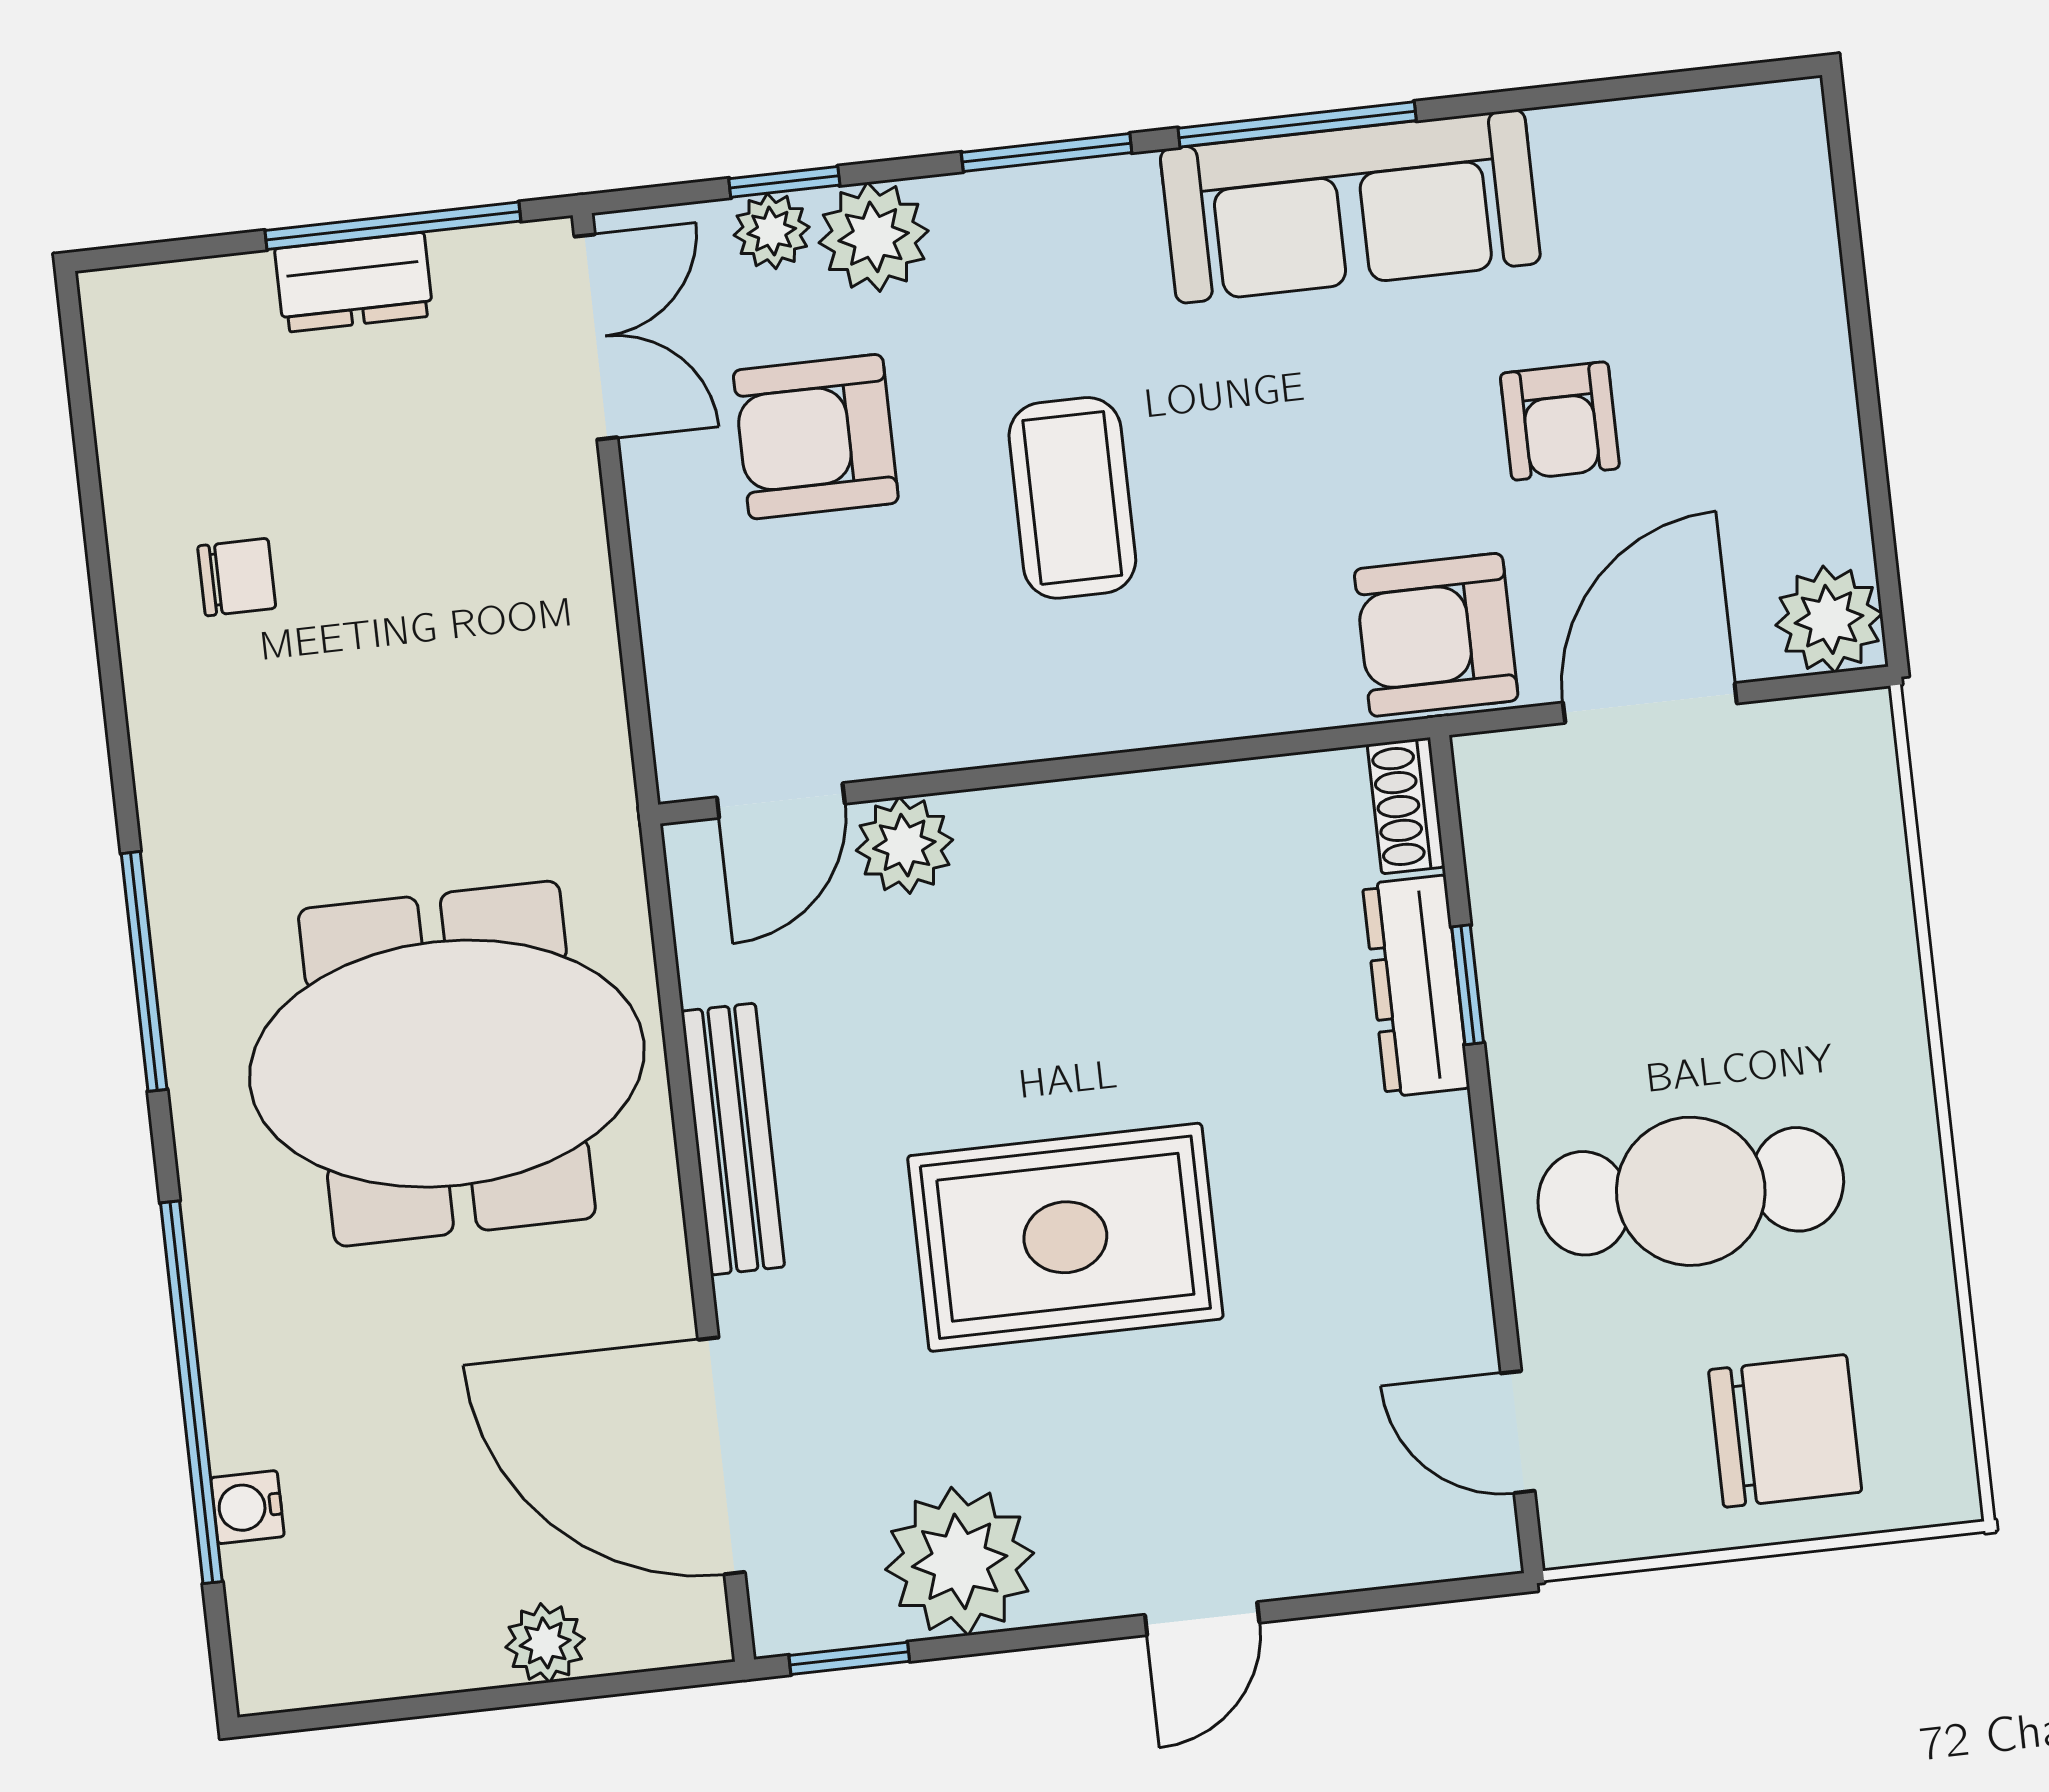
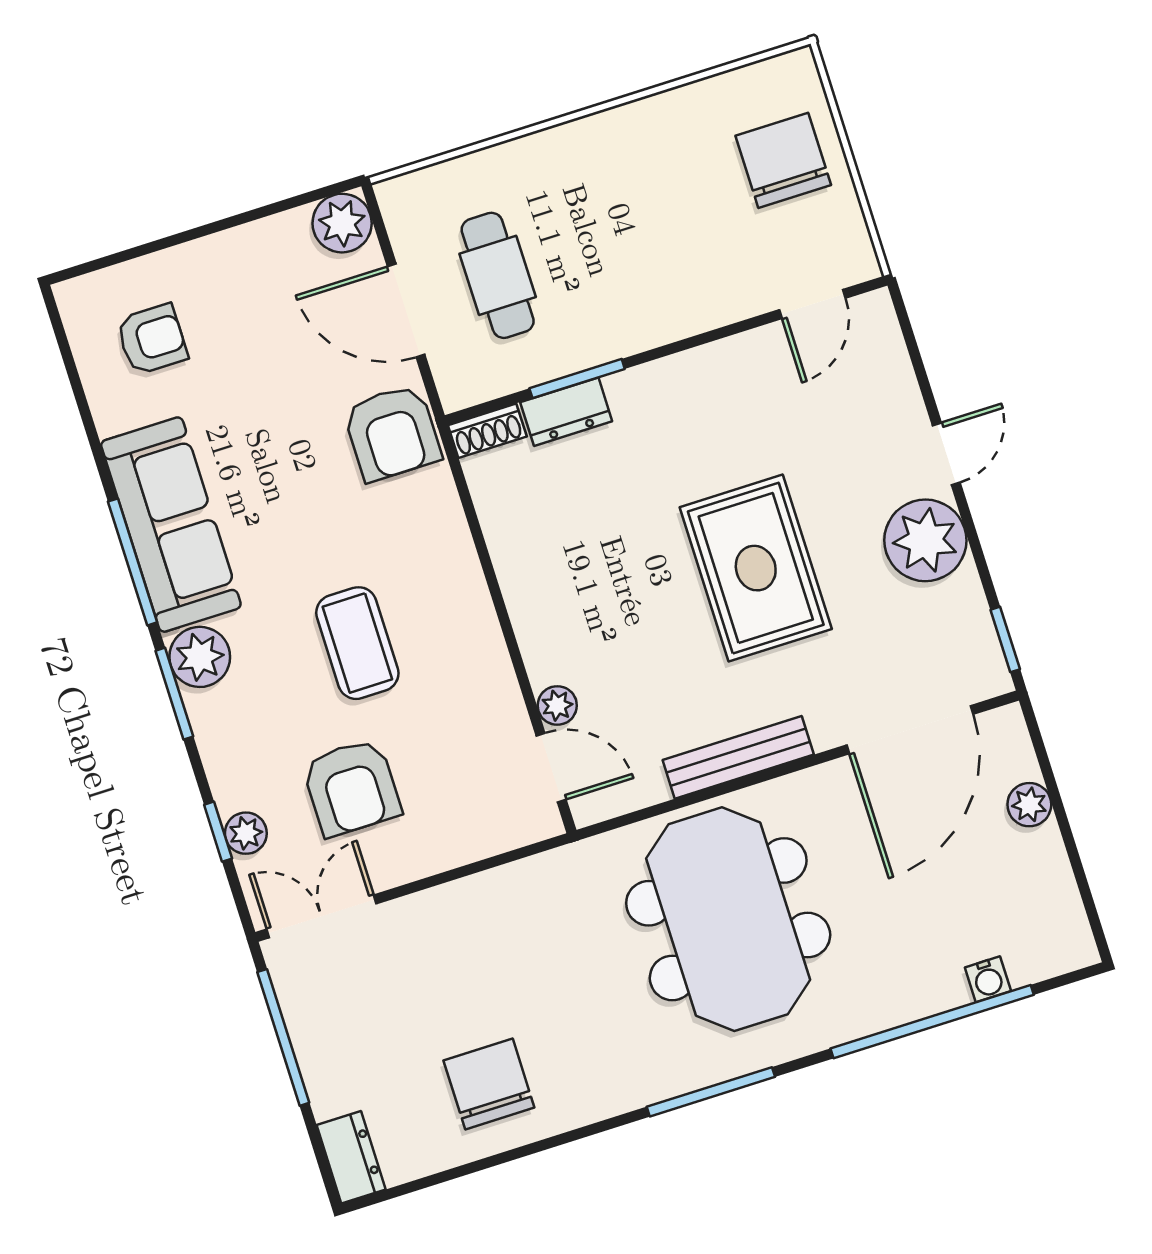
plant: (874, 237) -> (200, 657), moved
dresser: (354, 282) -> (351, 1157), moved
armchair: (1560, 421) -> (152, 339), moved
coffee table: (1072, 498) -> (357, 643), turned 90
chair: (237, 577) -> (489, 1084), width x1.87, depth x1.87
plant: (904, 845) -> (557, 705), width x0.73, depth x0.73
window: (1468, 985) -> (577, 379), width x1.50
dresser: (1416, 986) -> (566, 412), width x0.70
cafe table: (1691, 1191) -> (498, 275), moved, width x0.73, depth x0.74
plant: (960, 1561) -> (925, 540), moved
door: (1202, 1619) -> (946, 454), hinge flipped

